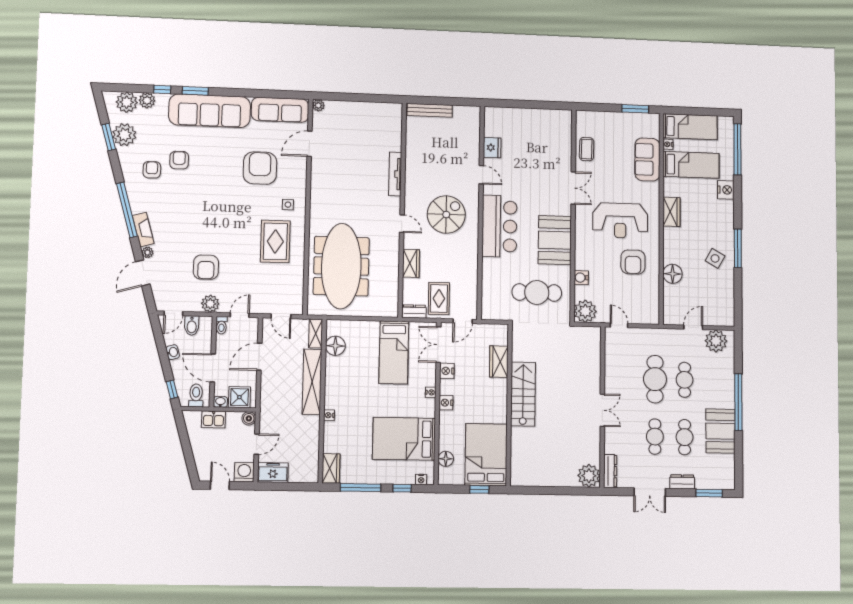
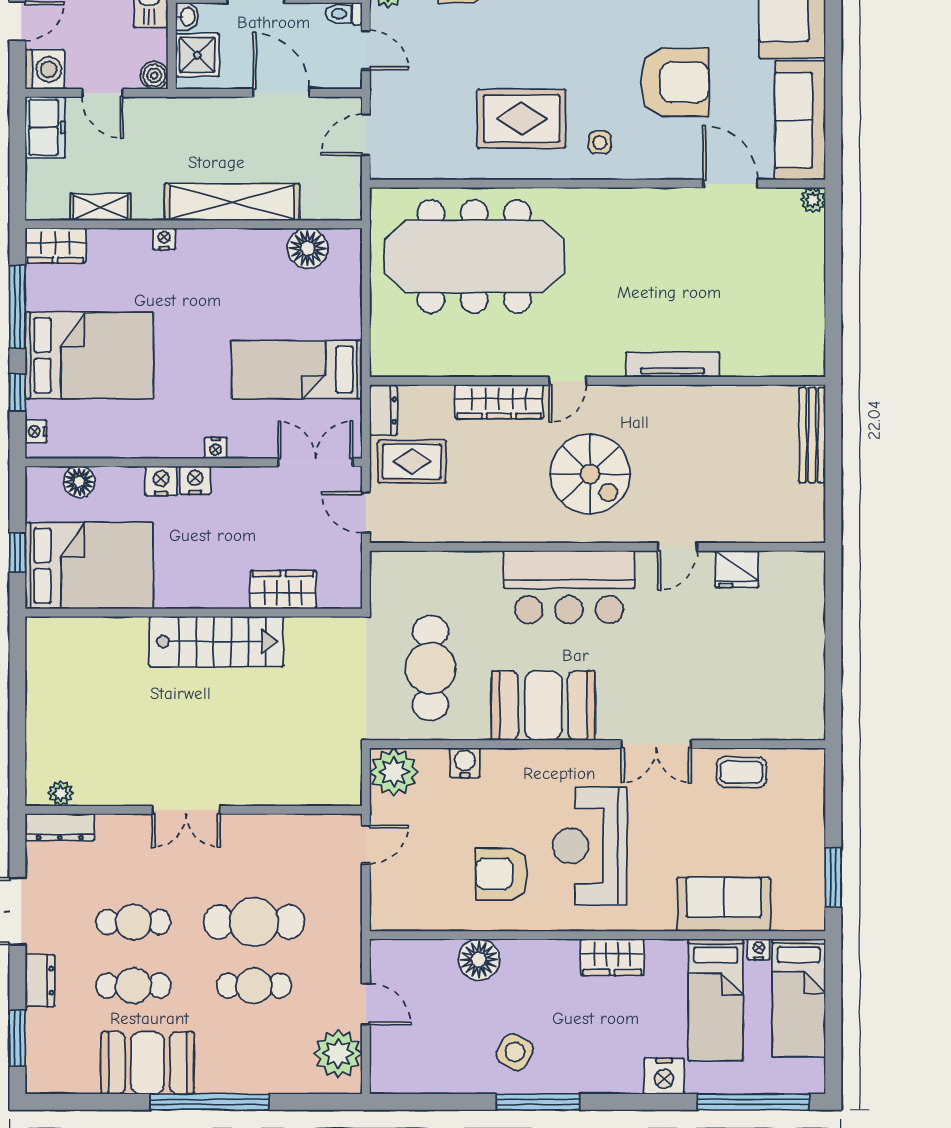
wardrobe: (411, 263) -> (499, 402), width x1.50
shelving: (316, 333) -> (101, 207), moved
nightstand: (447, 371) -> (161, 481), moved
bed: (404, 439) -> (89, 355), moved, turned 90
plant: (589, 476) -> (61, 793), width x0.53, depth x0.53

